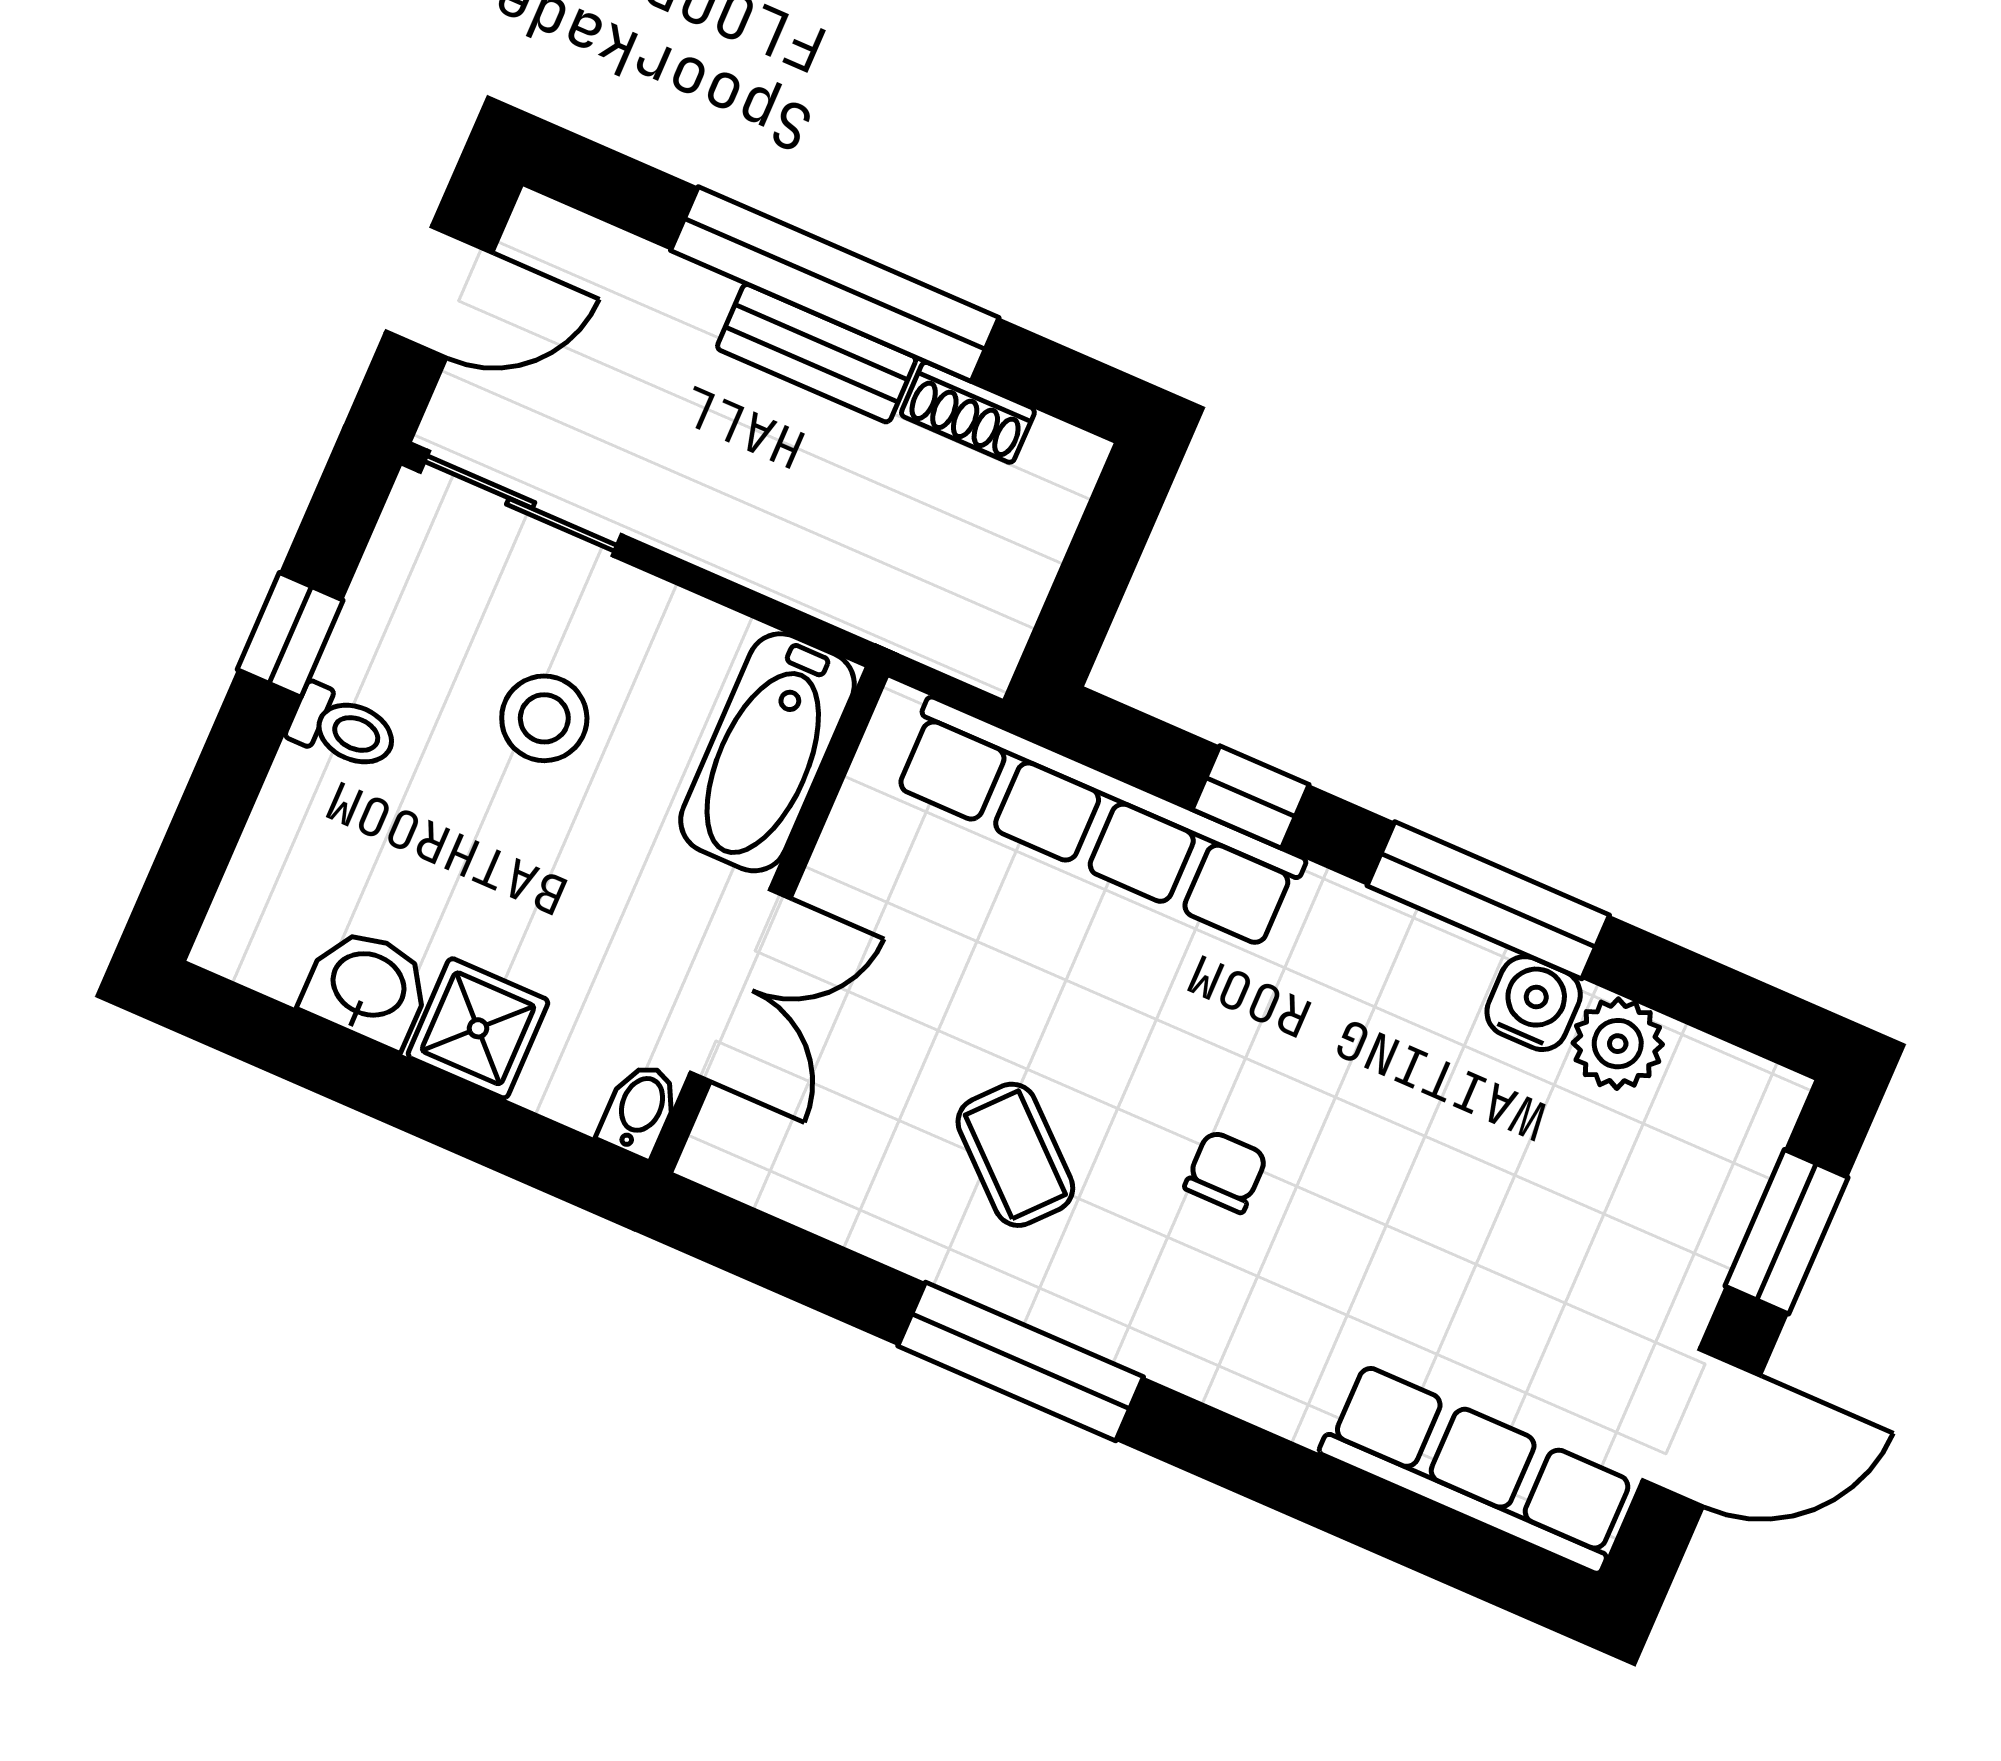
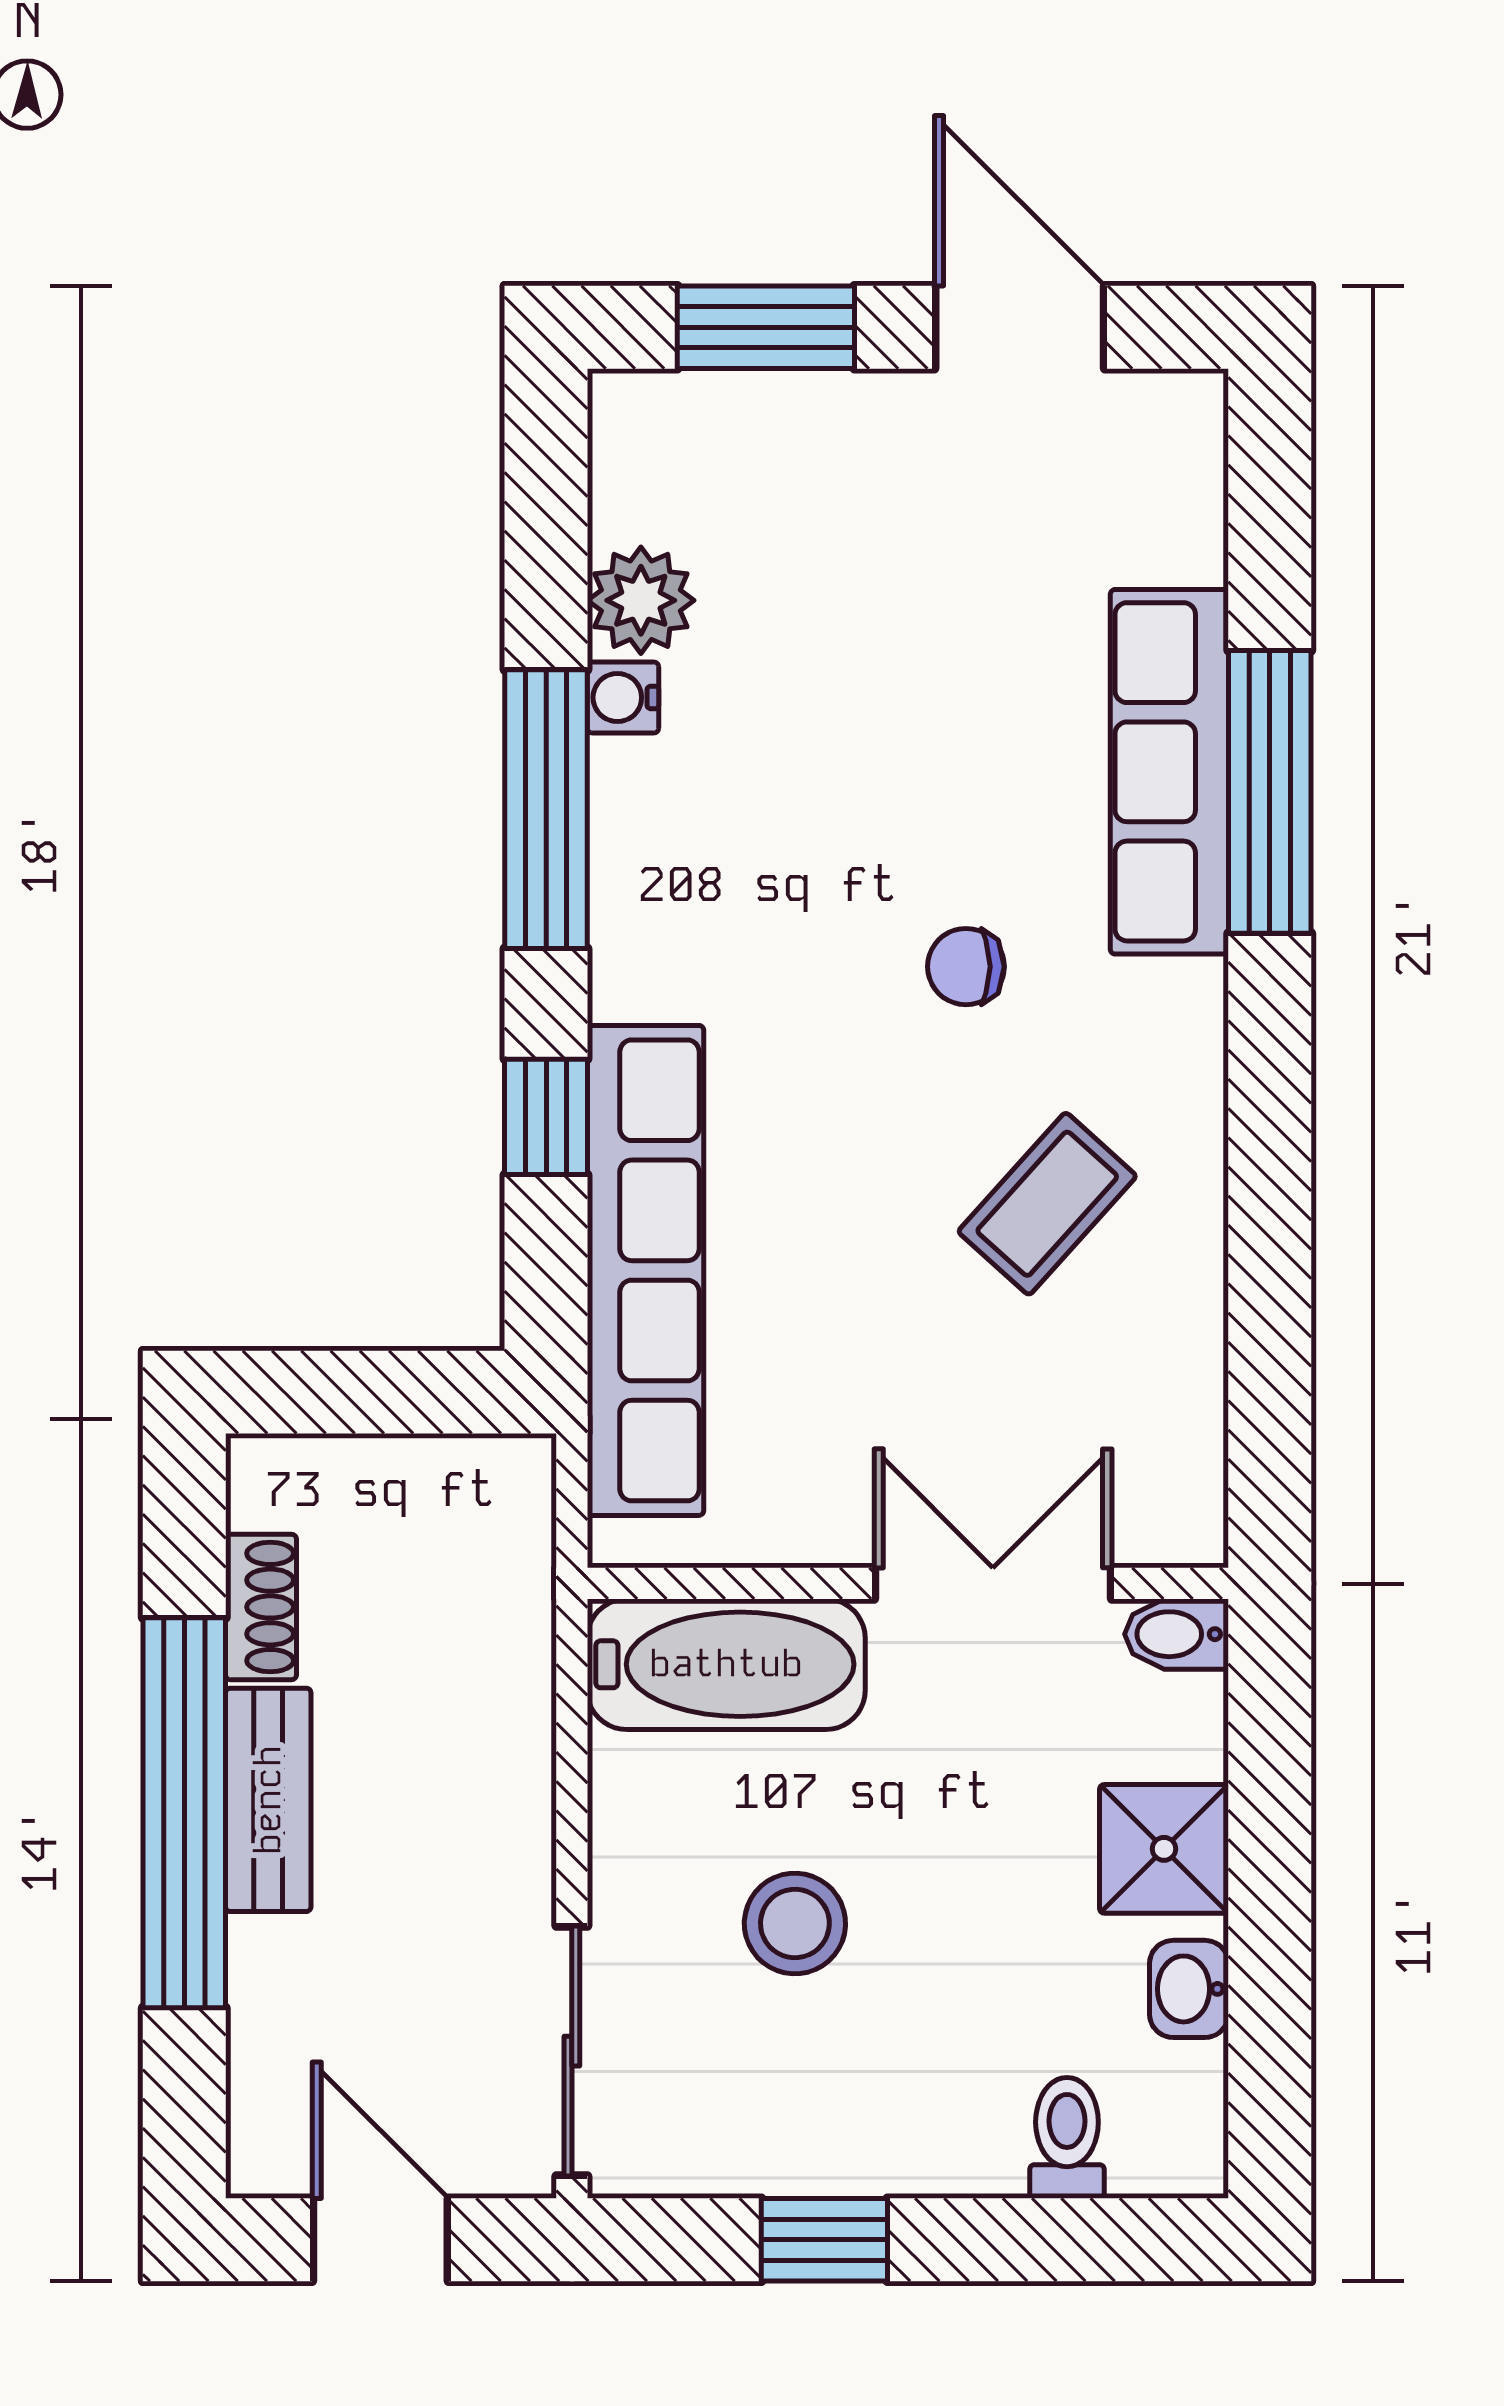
toilet: (343, 728) -> (1067, 2138), moved
washbasin: (367, 987) -> (1189, 1989), width x0.72, depth x0.69
water cooler: (1534, 1003) -> (623, 697), width x0.72, depth x0.72
window: (1021, 1361) -> (1270, 792), moved
row of seats: (1478, 1468) -> (1169, 772), moved

